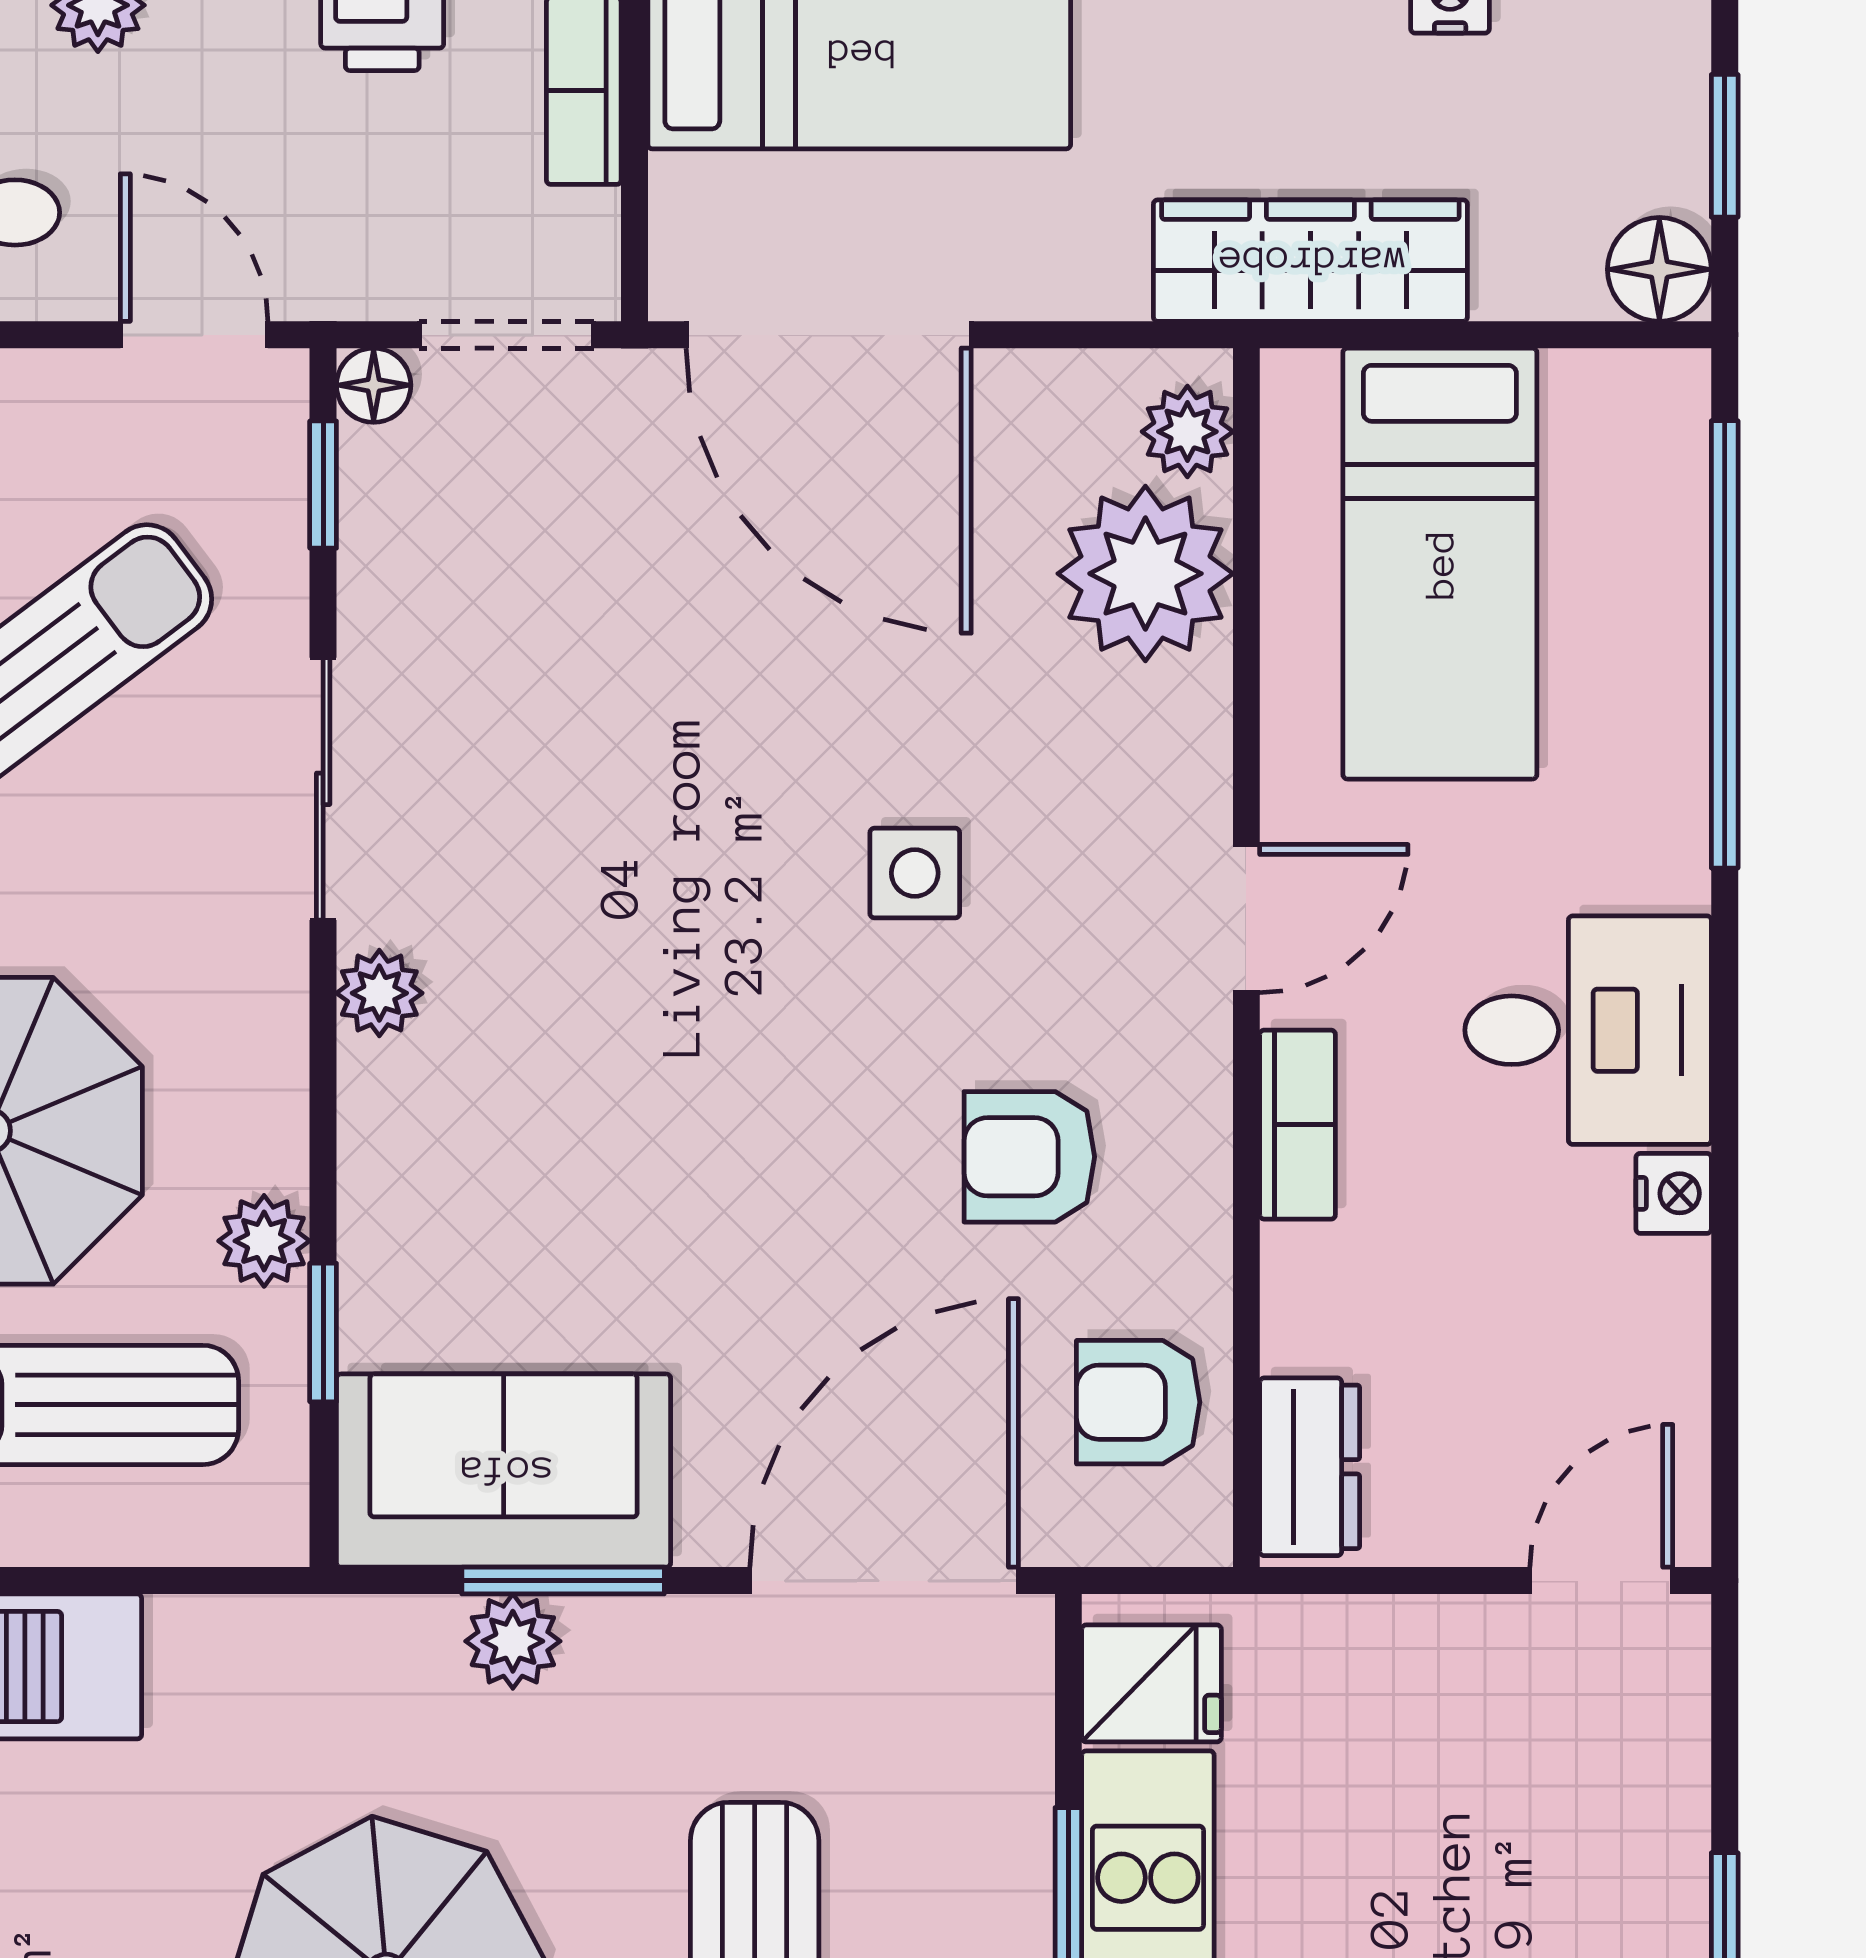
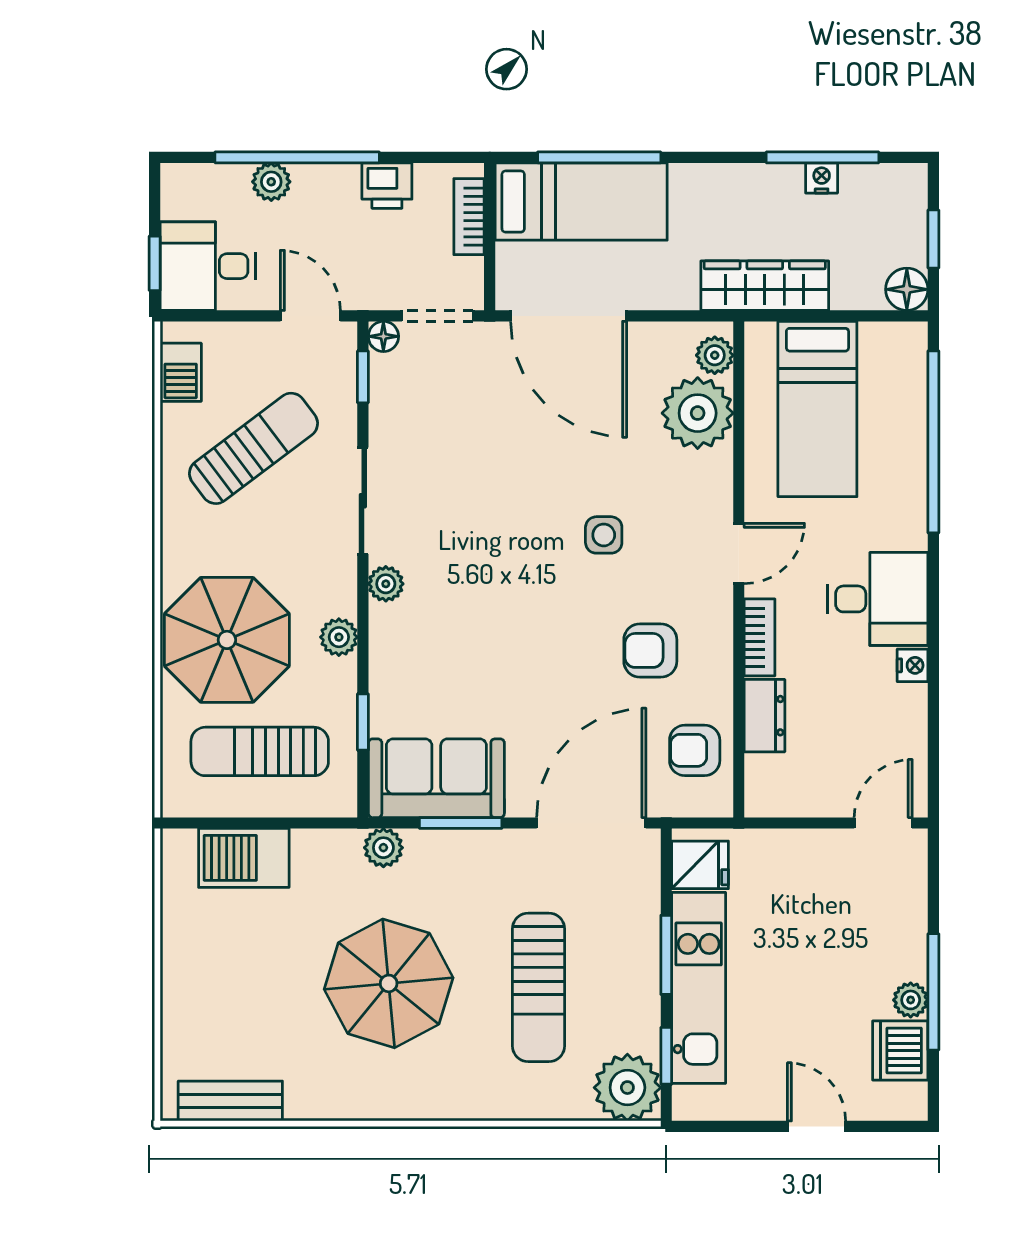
plant: (264, 1241) -> (339, 637), moved
dresser: (1310, 1467) -> (764, 716), moved
plant: (513, 1641) -> (383, 848), moved

